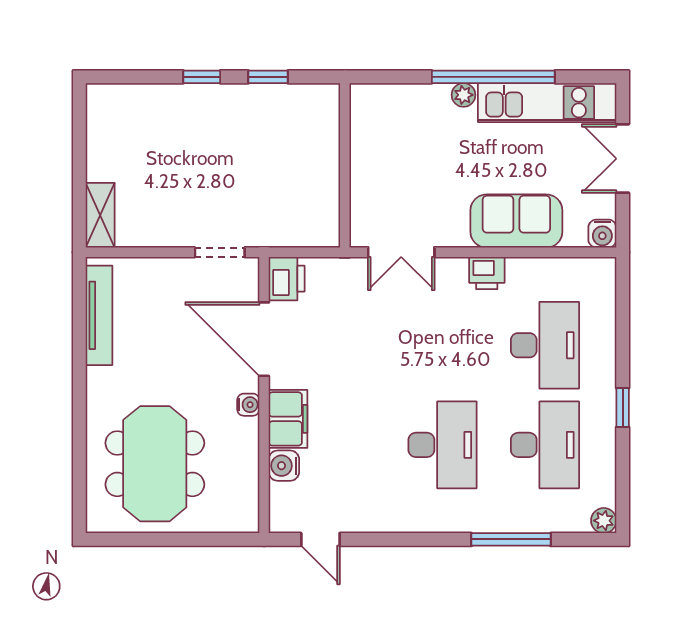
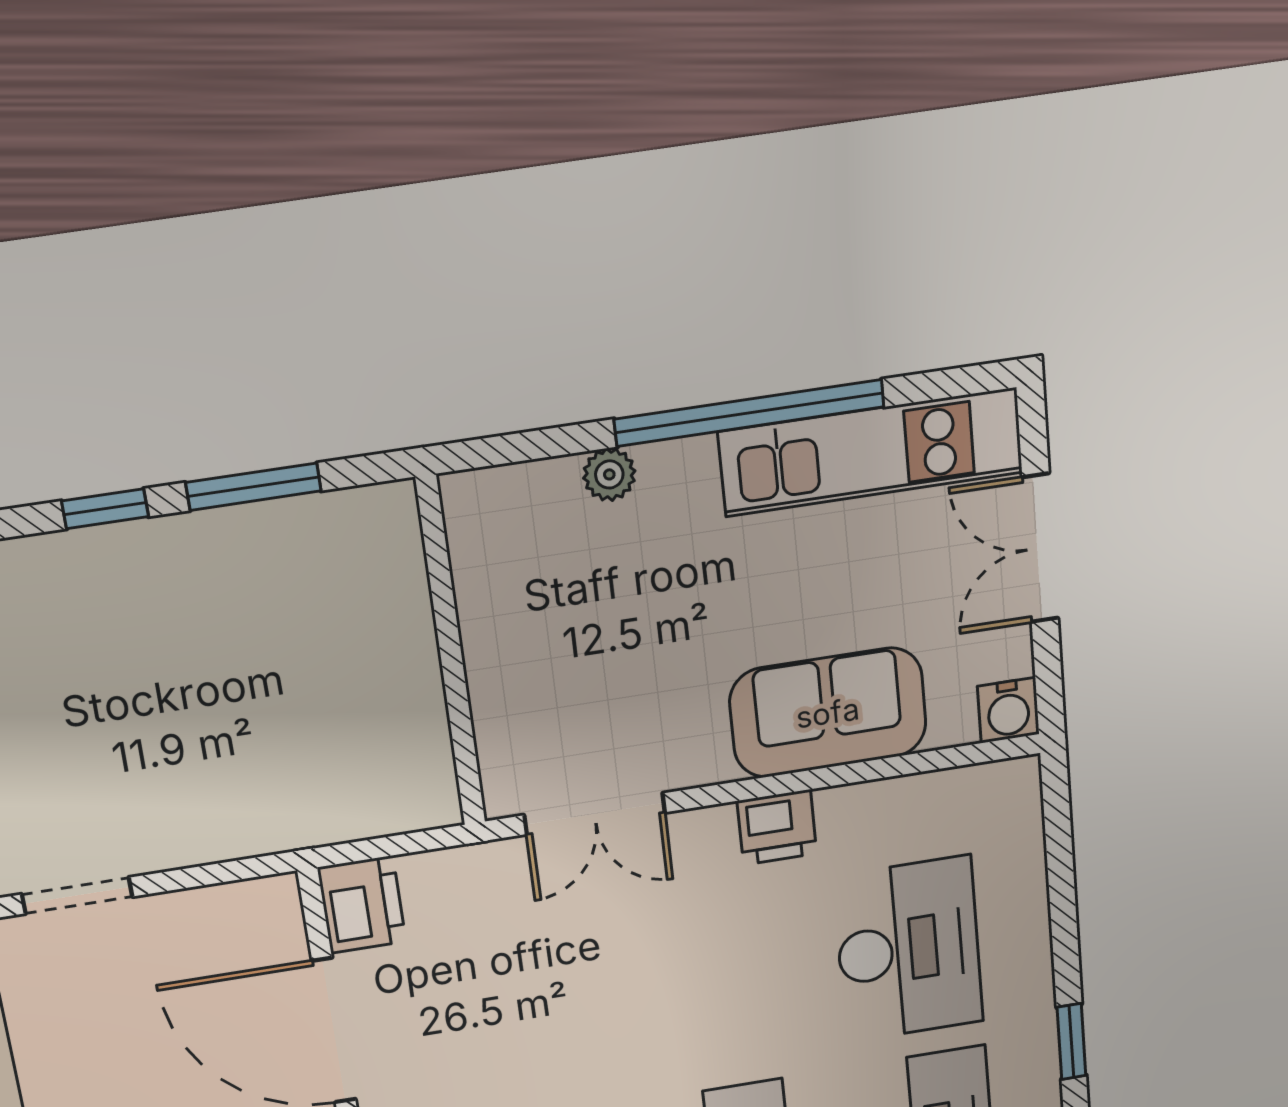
window: (268, 77) -> (253, 487), width x1.50
plant: (463, 95) -> (609, 474), moved
doorway: (220, 252) -> (77, 895), moved

